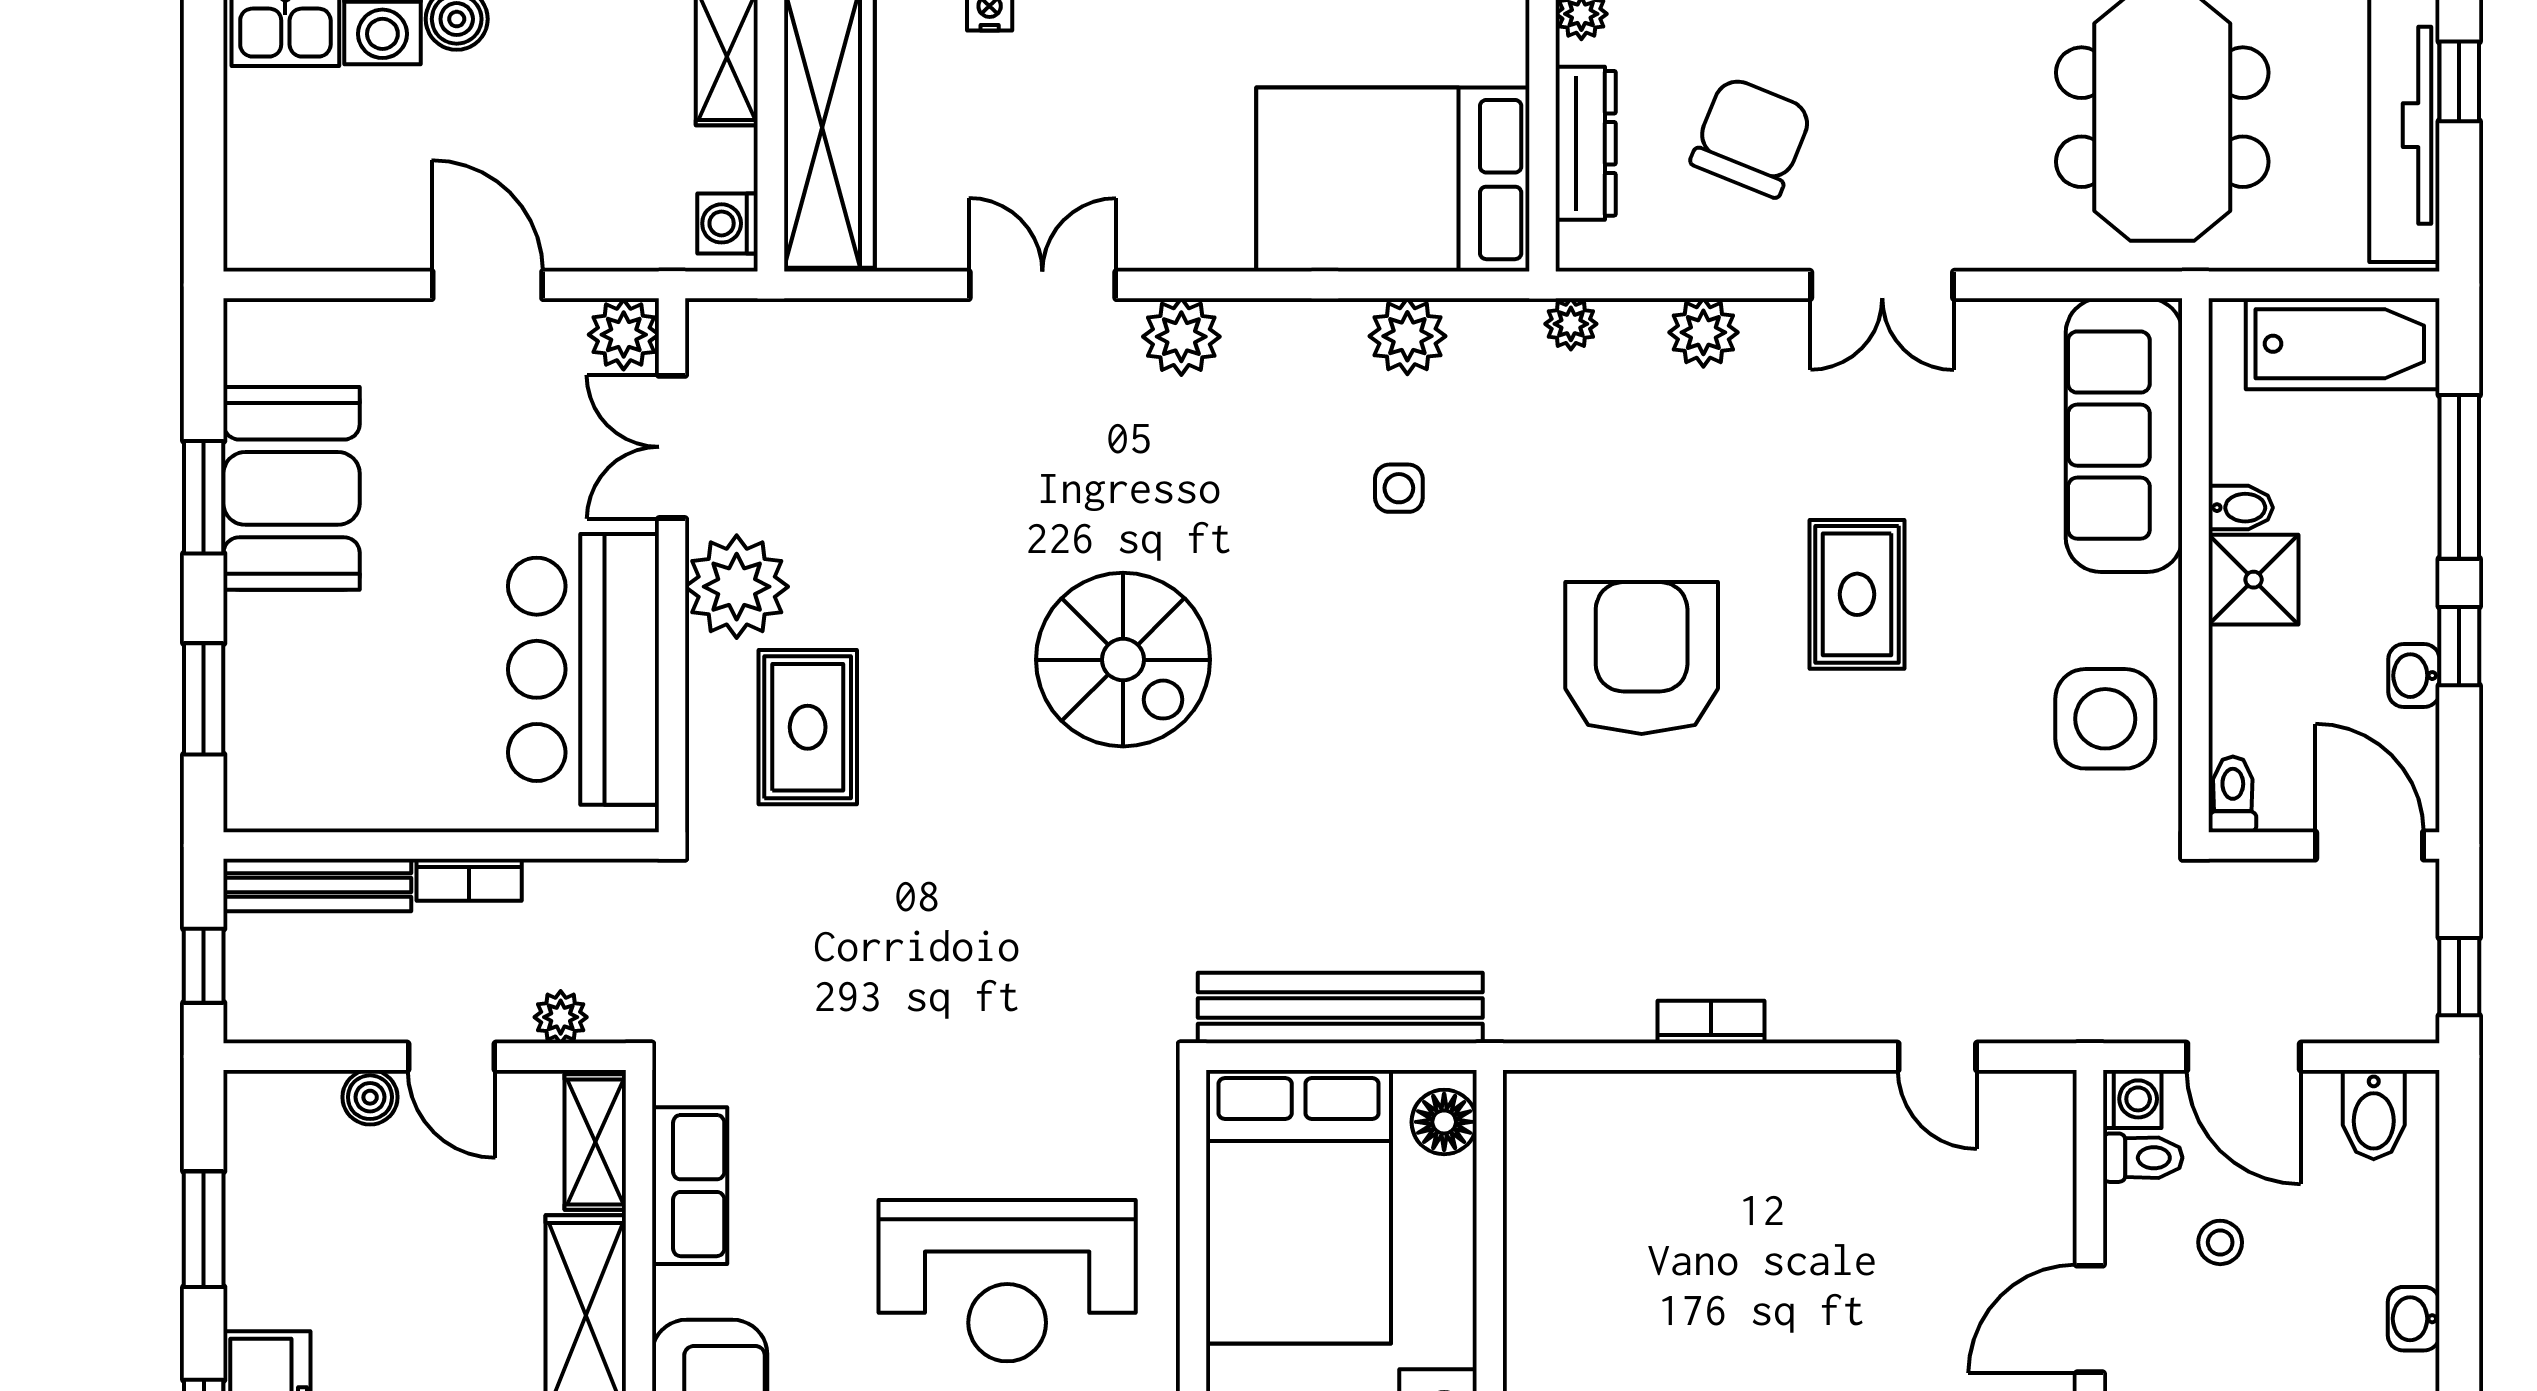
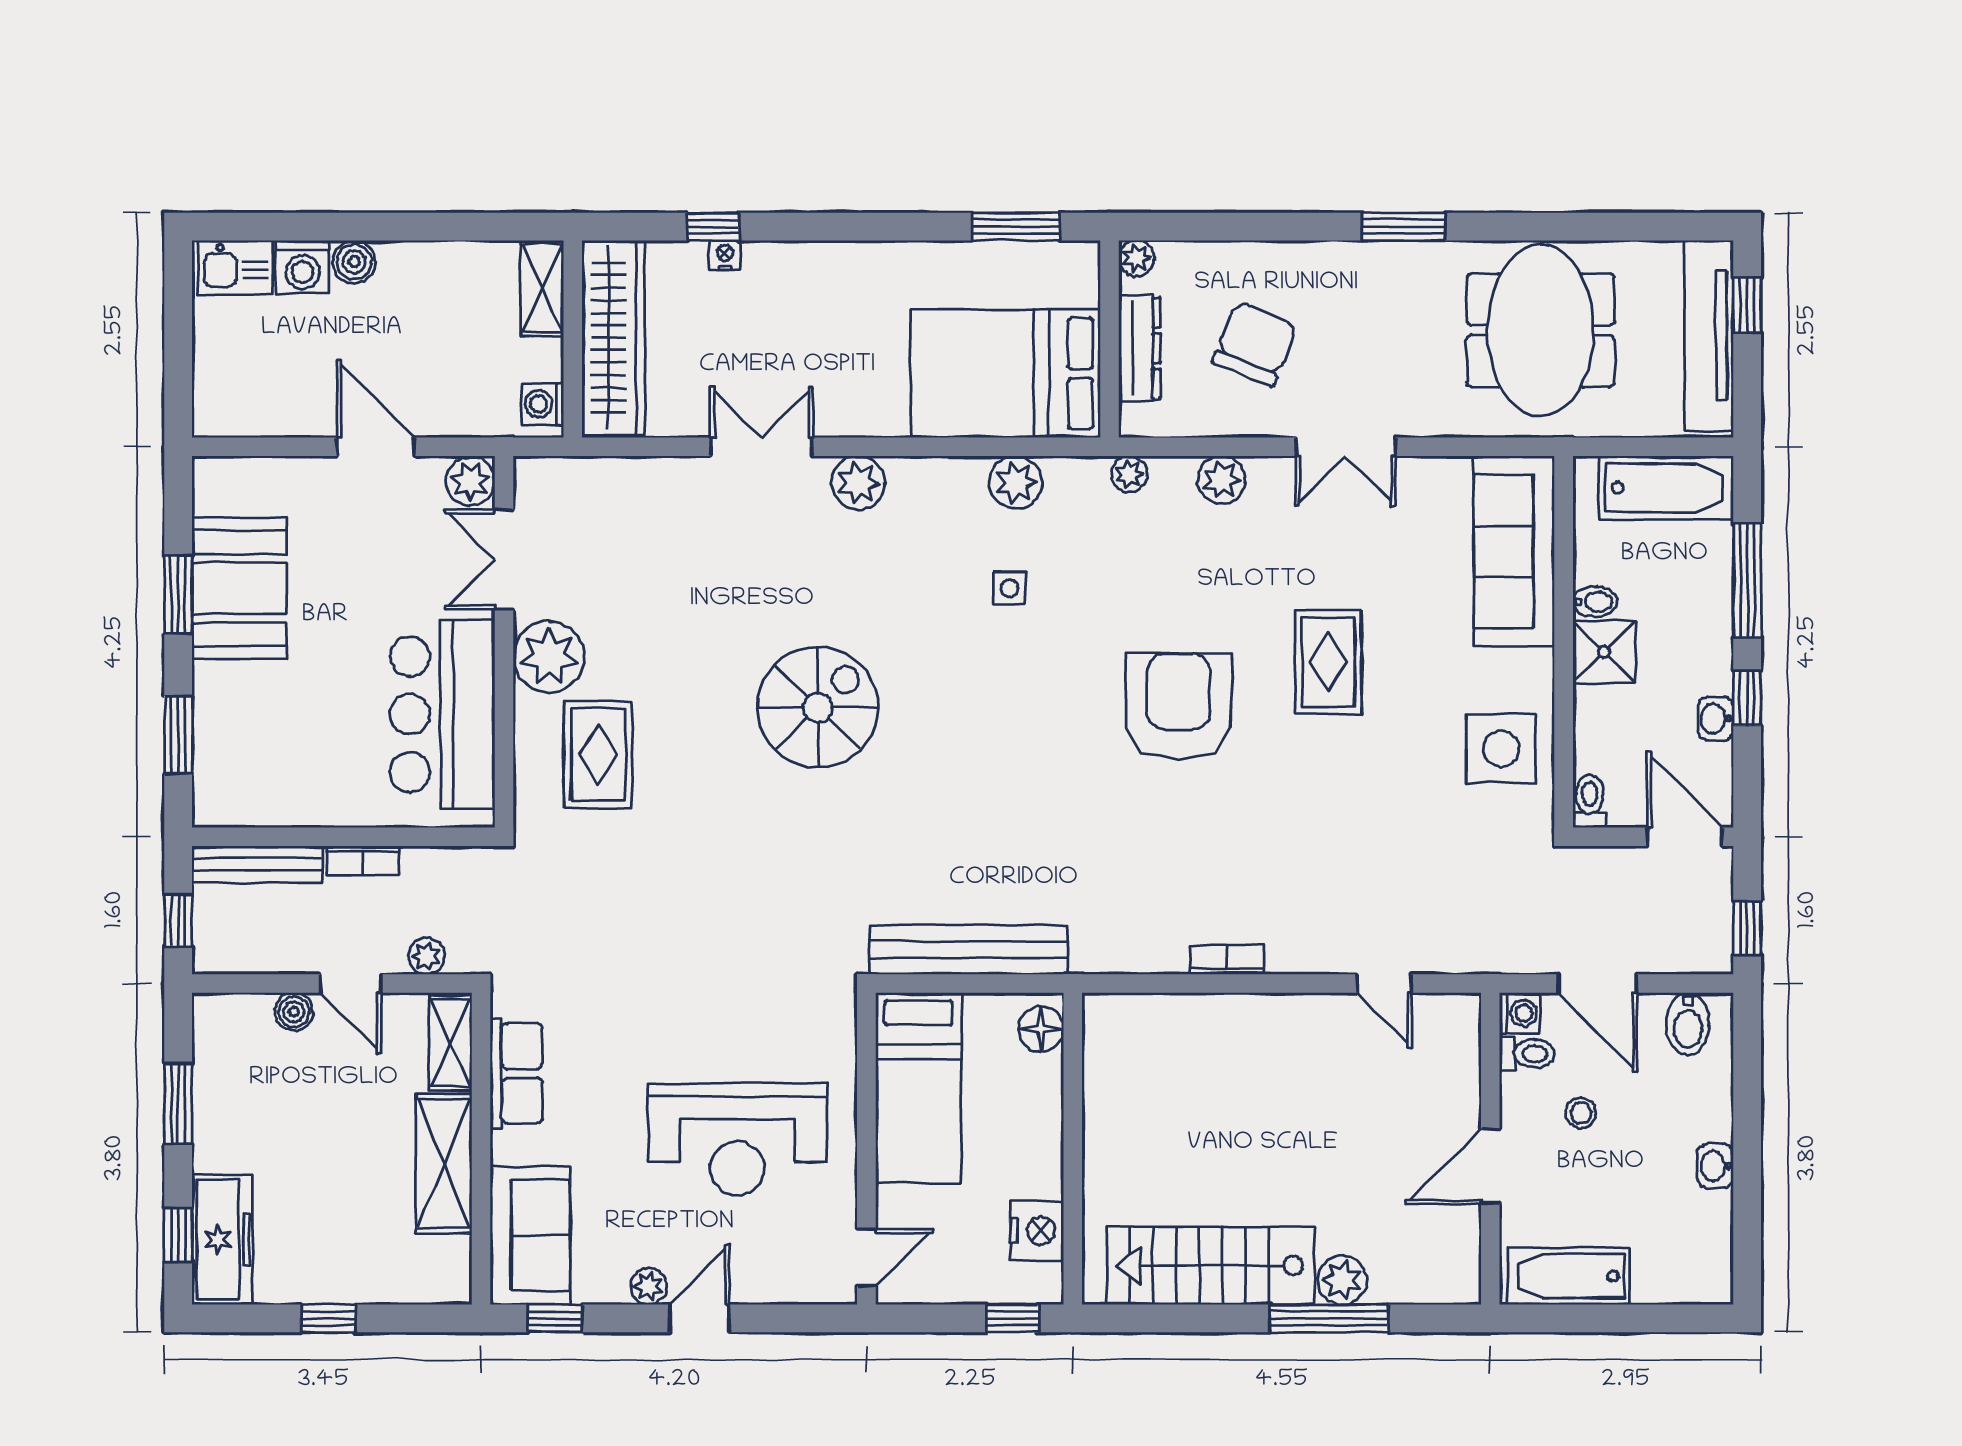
spiral stairs: (1123, 660) -> (818, 707), turned -90
bed: (1299, 1207) -> (918, 1088), width x0.67

